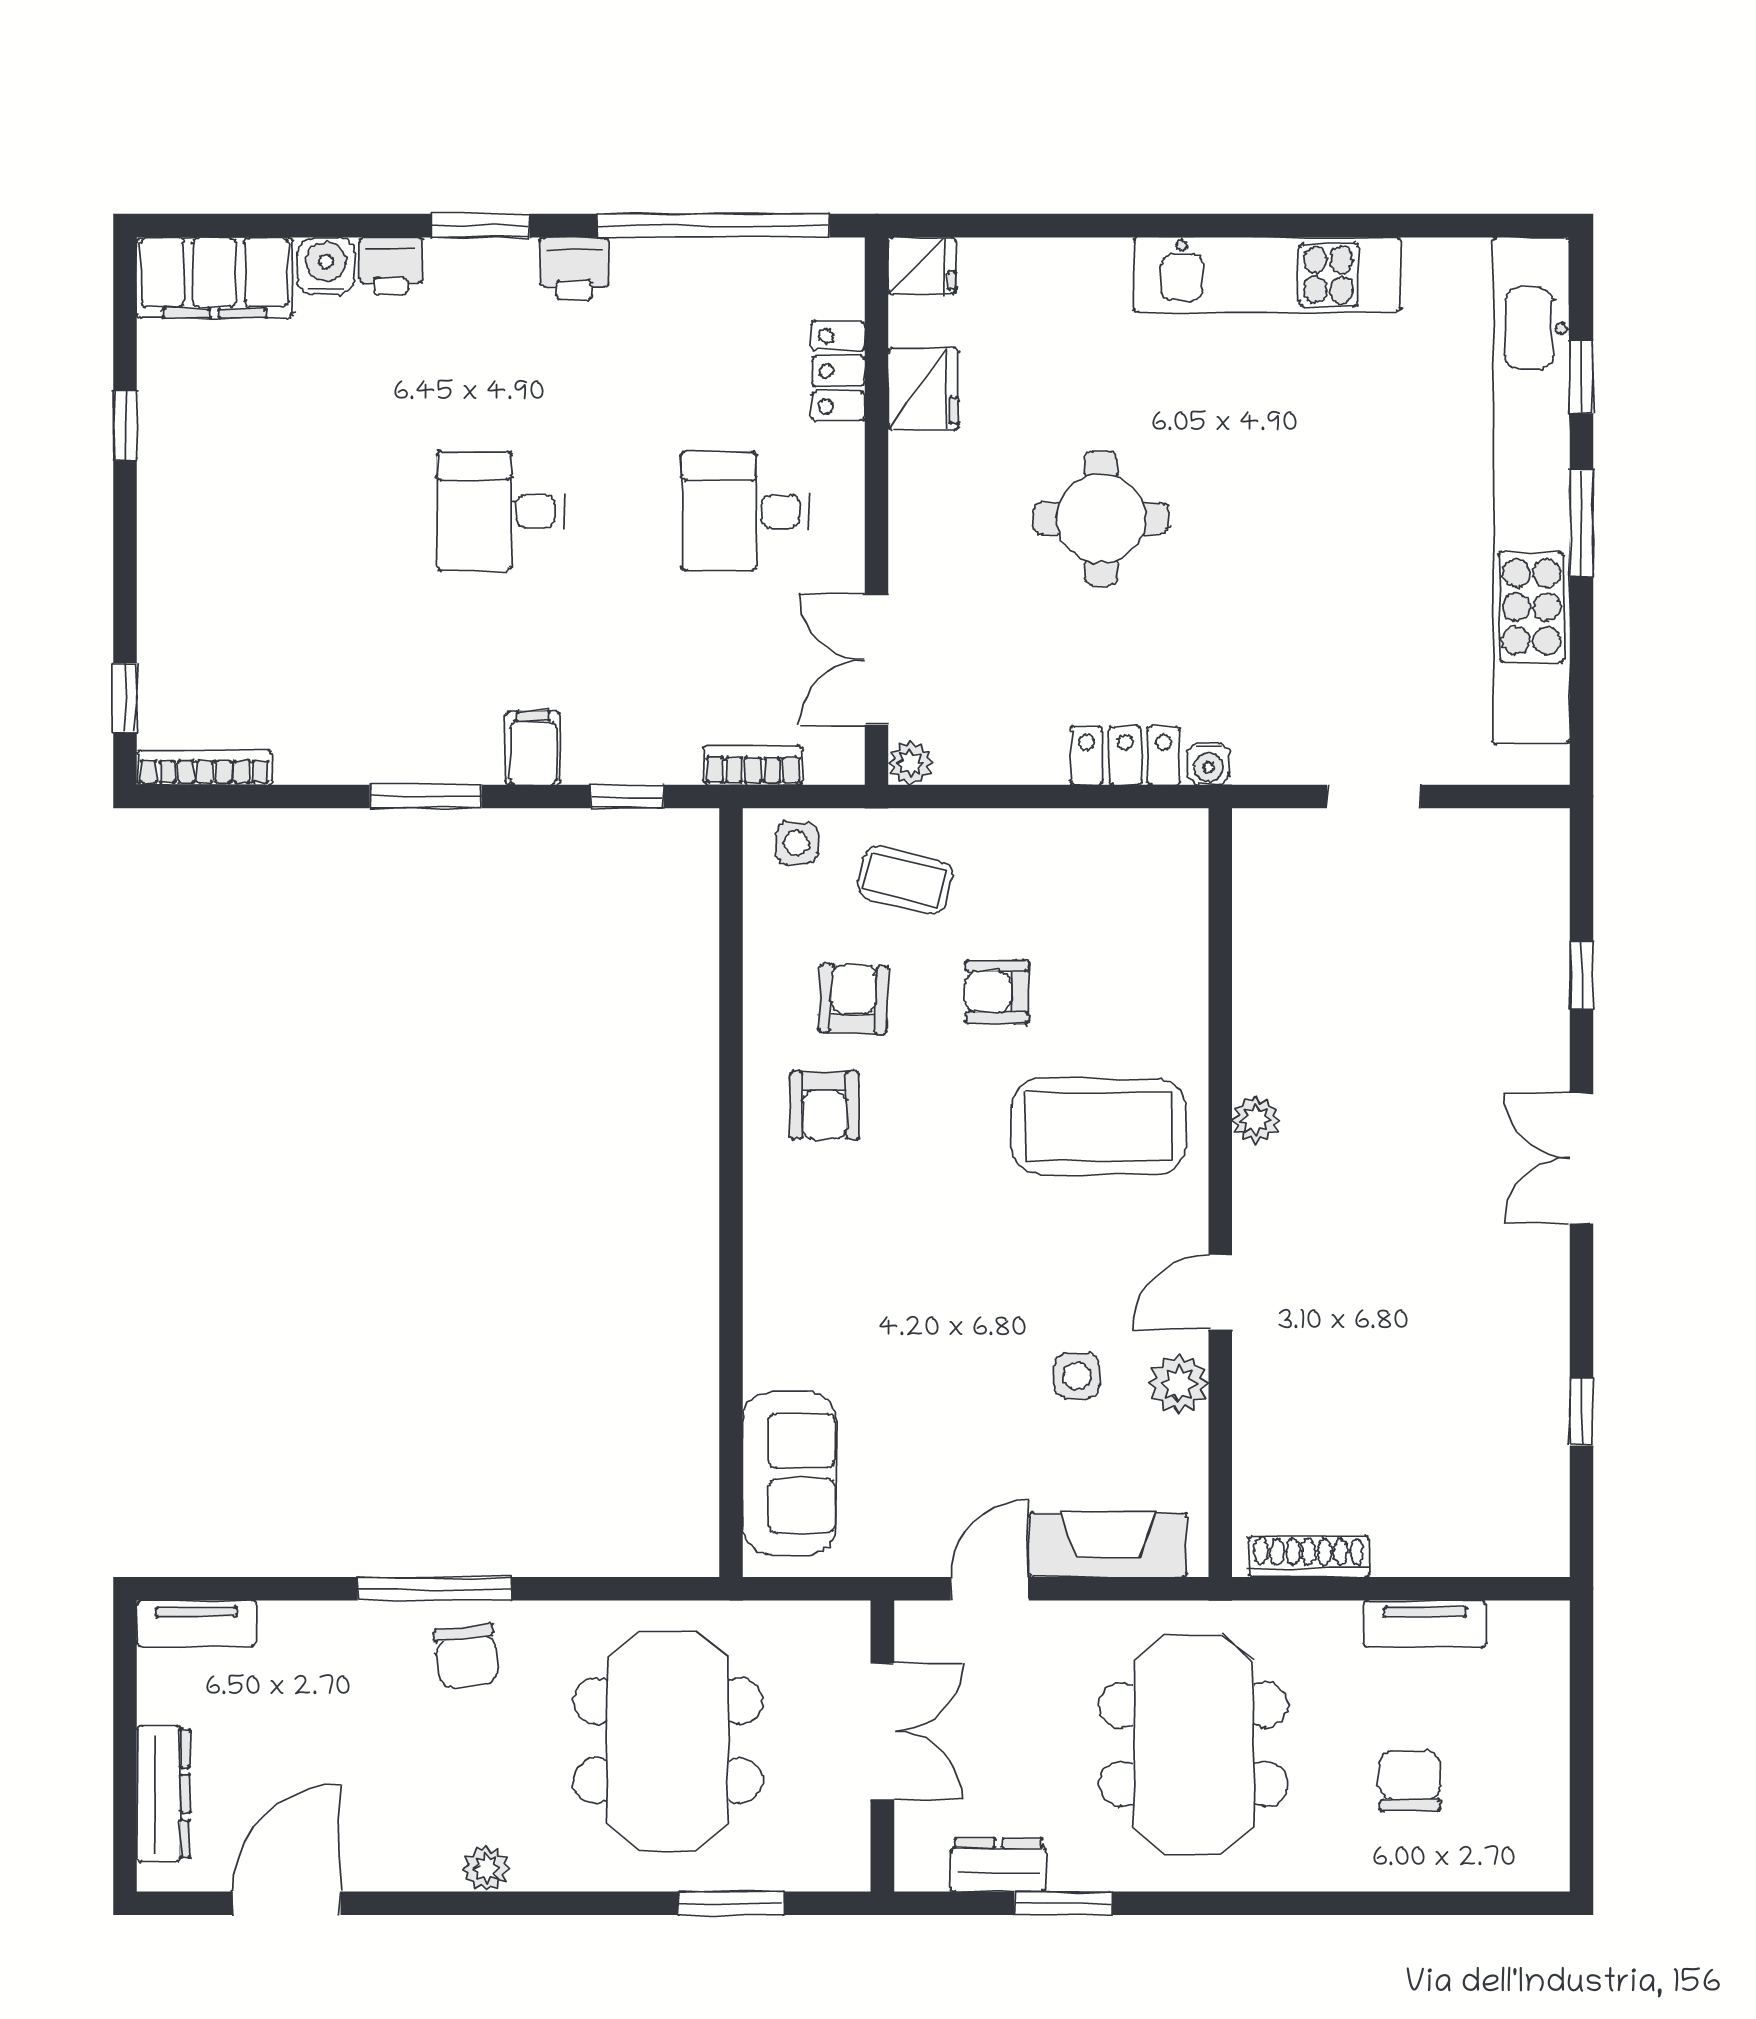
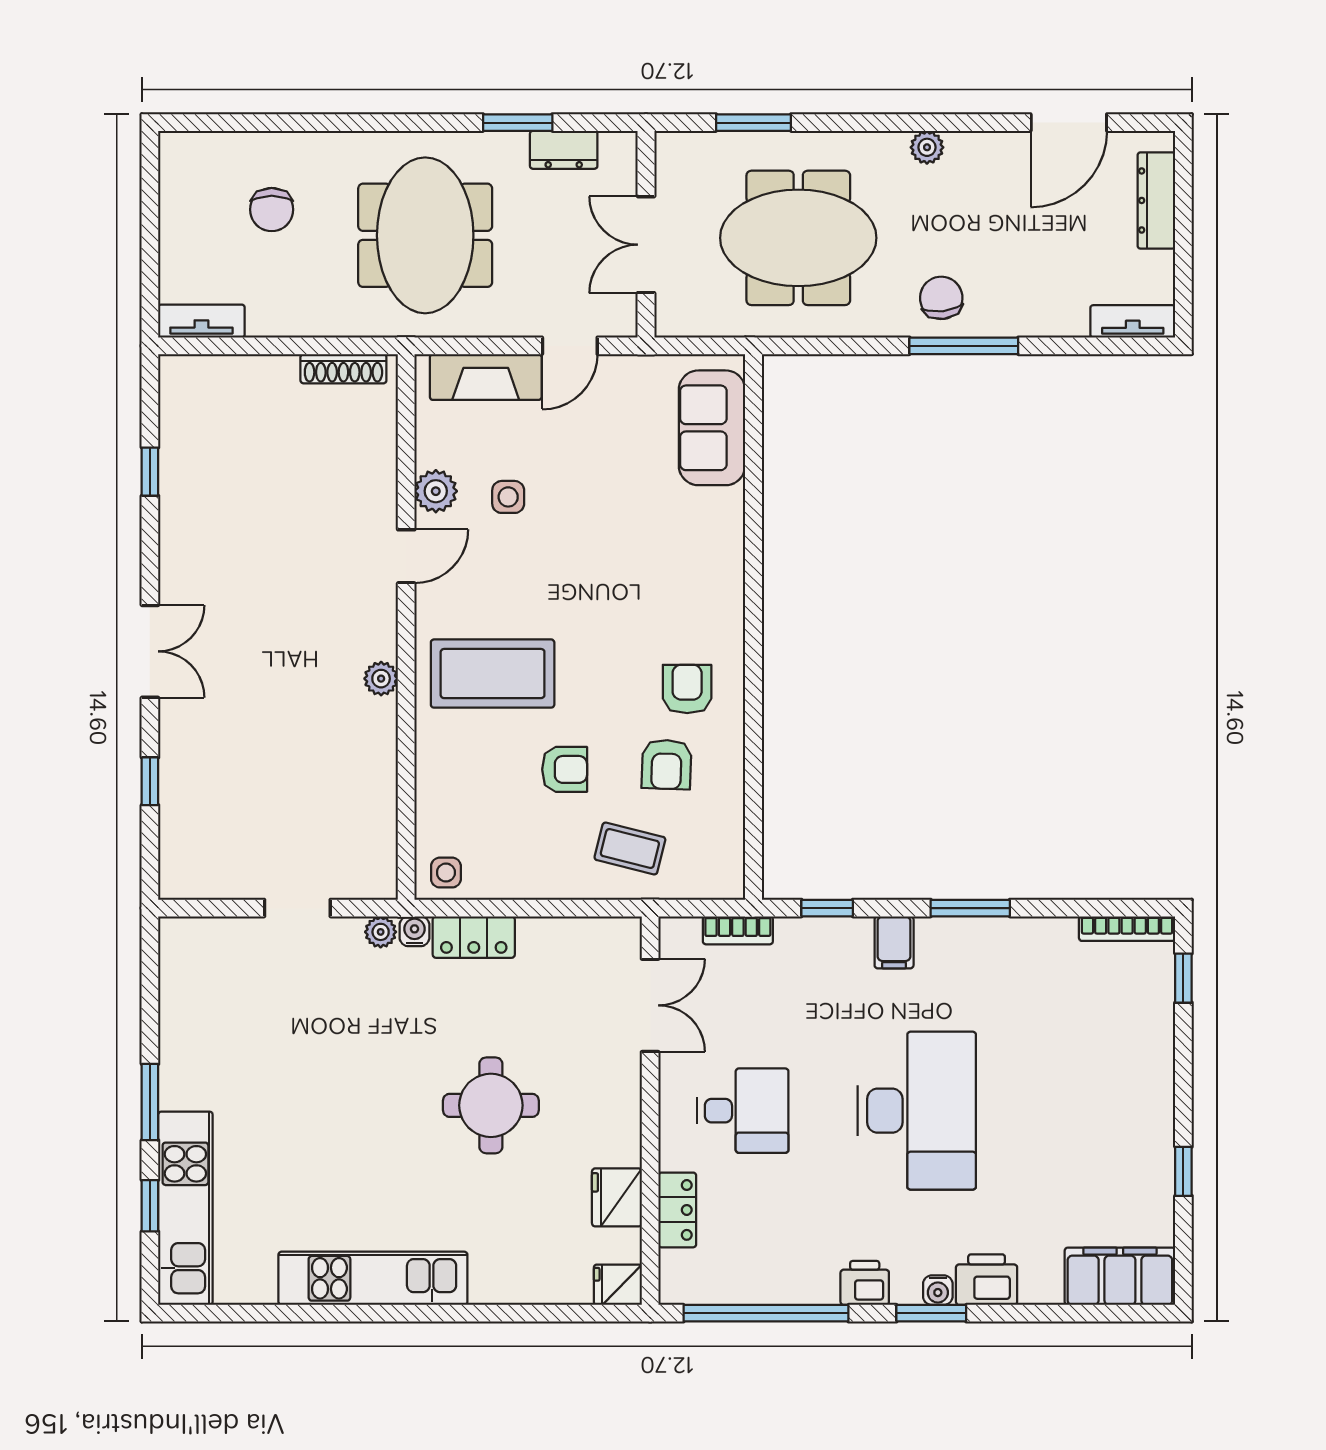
water cooler: (326, 266) -> (938, 1290), moved, width x0.72, depth x0.72
printer: (391, 266) -> (987, 1280), width x1.36, depth x1.24
kitchen unit: (1531, 491) -> (185, 1208), width x0.54
desk: (501, 511) -> (917, 1111), width x1.87, depth x1.30
plant: (911, 763) -> (381, 932), moved
side table: (797, 843) -> (446, 873), moved
tv unit: (1425, 1624) -> (201, 321), moved
meeting table: (668, 1741) -> (798, 238), turned 90

